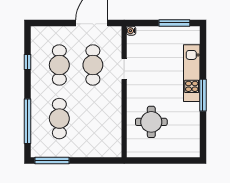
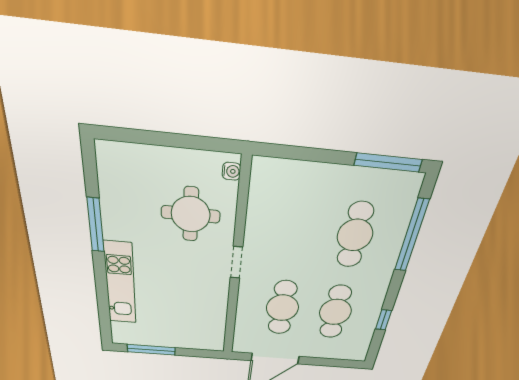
water cooler: (131, 31) -> (231, 171), moved
doorway: (124, 69) -> (236, 263), moved
window: (203, 95) -> (96, 225), moved

